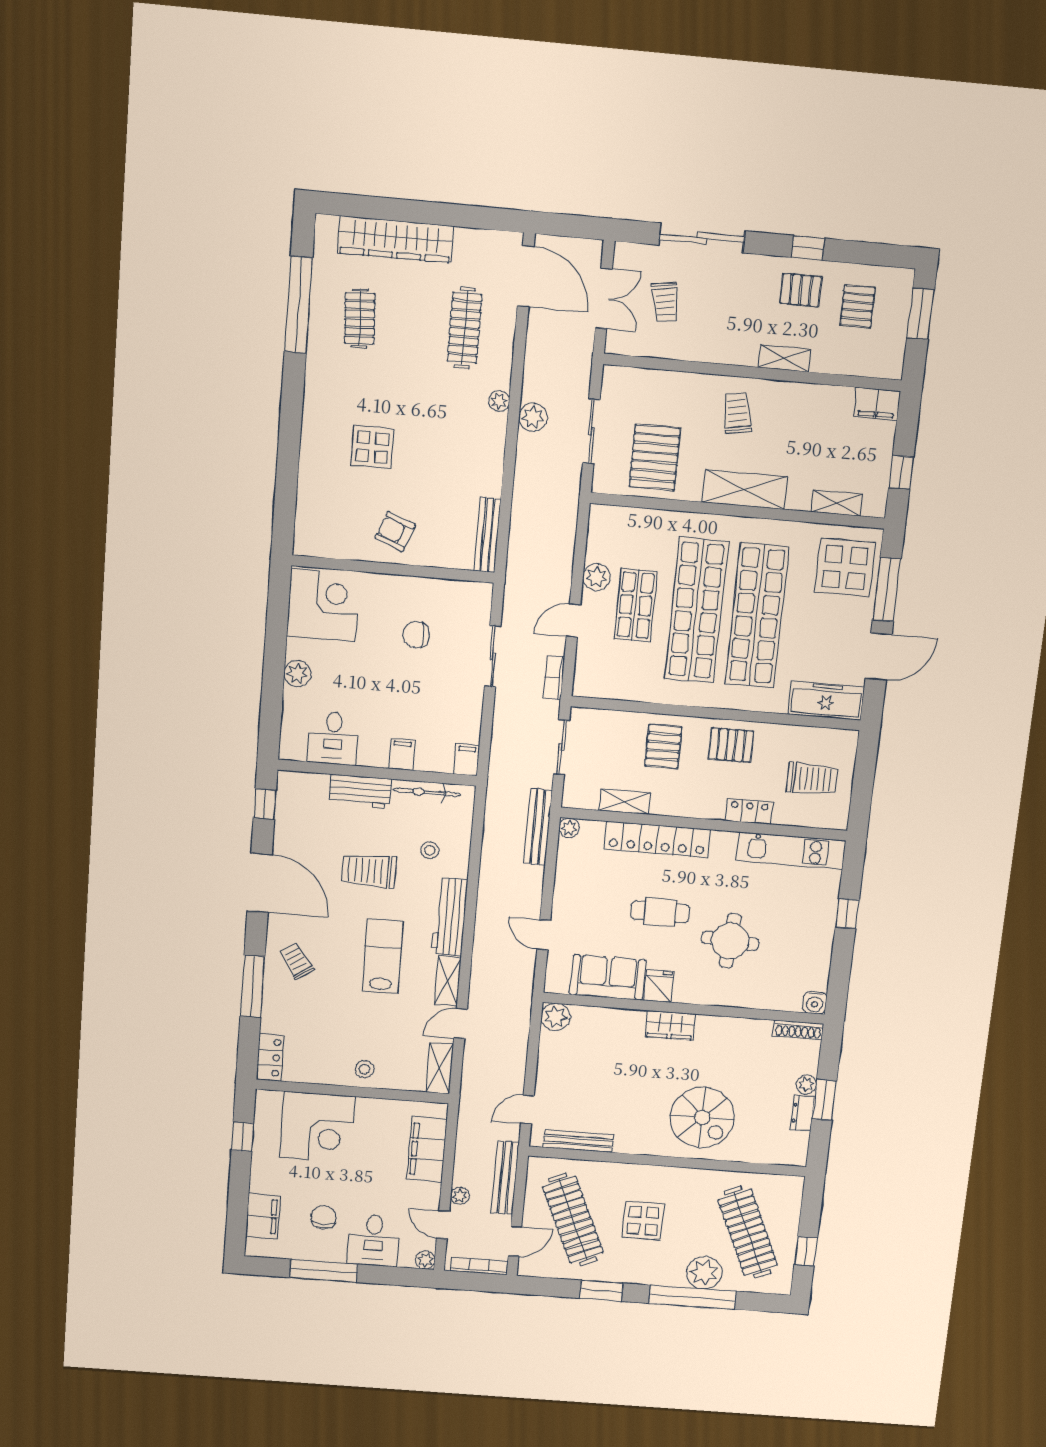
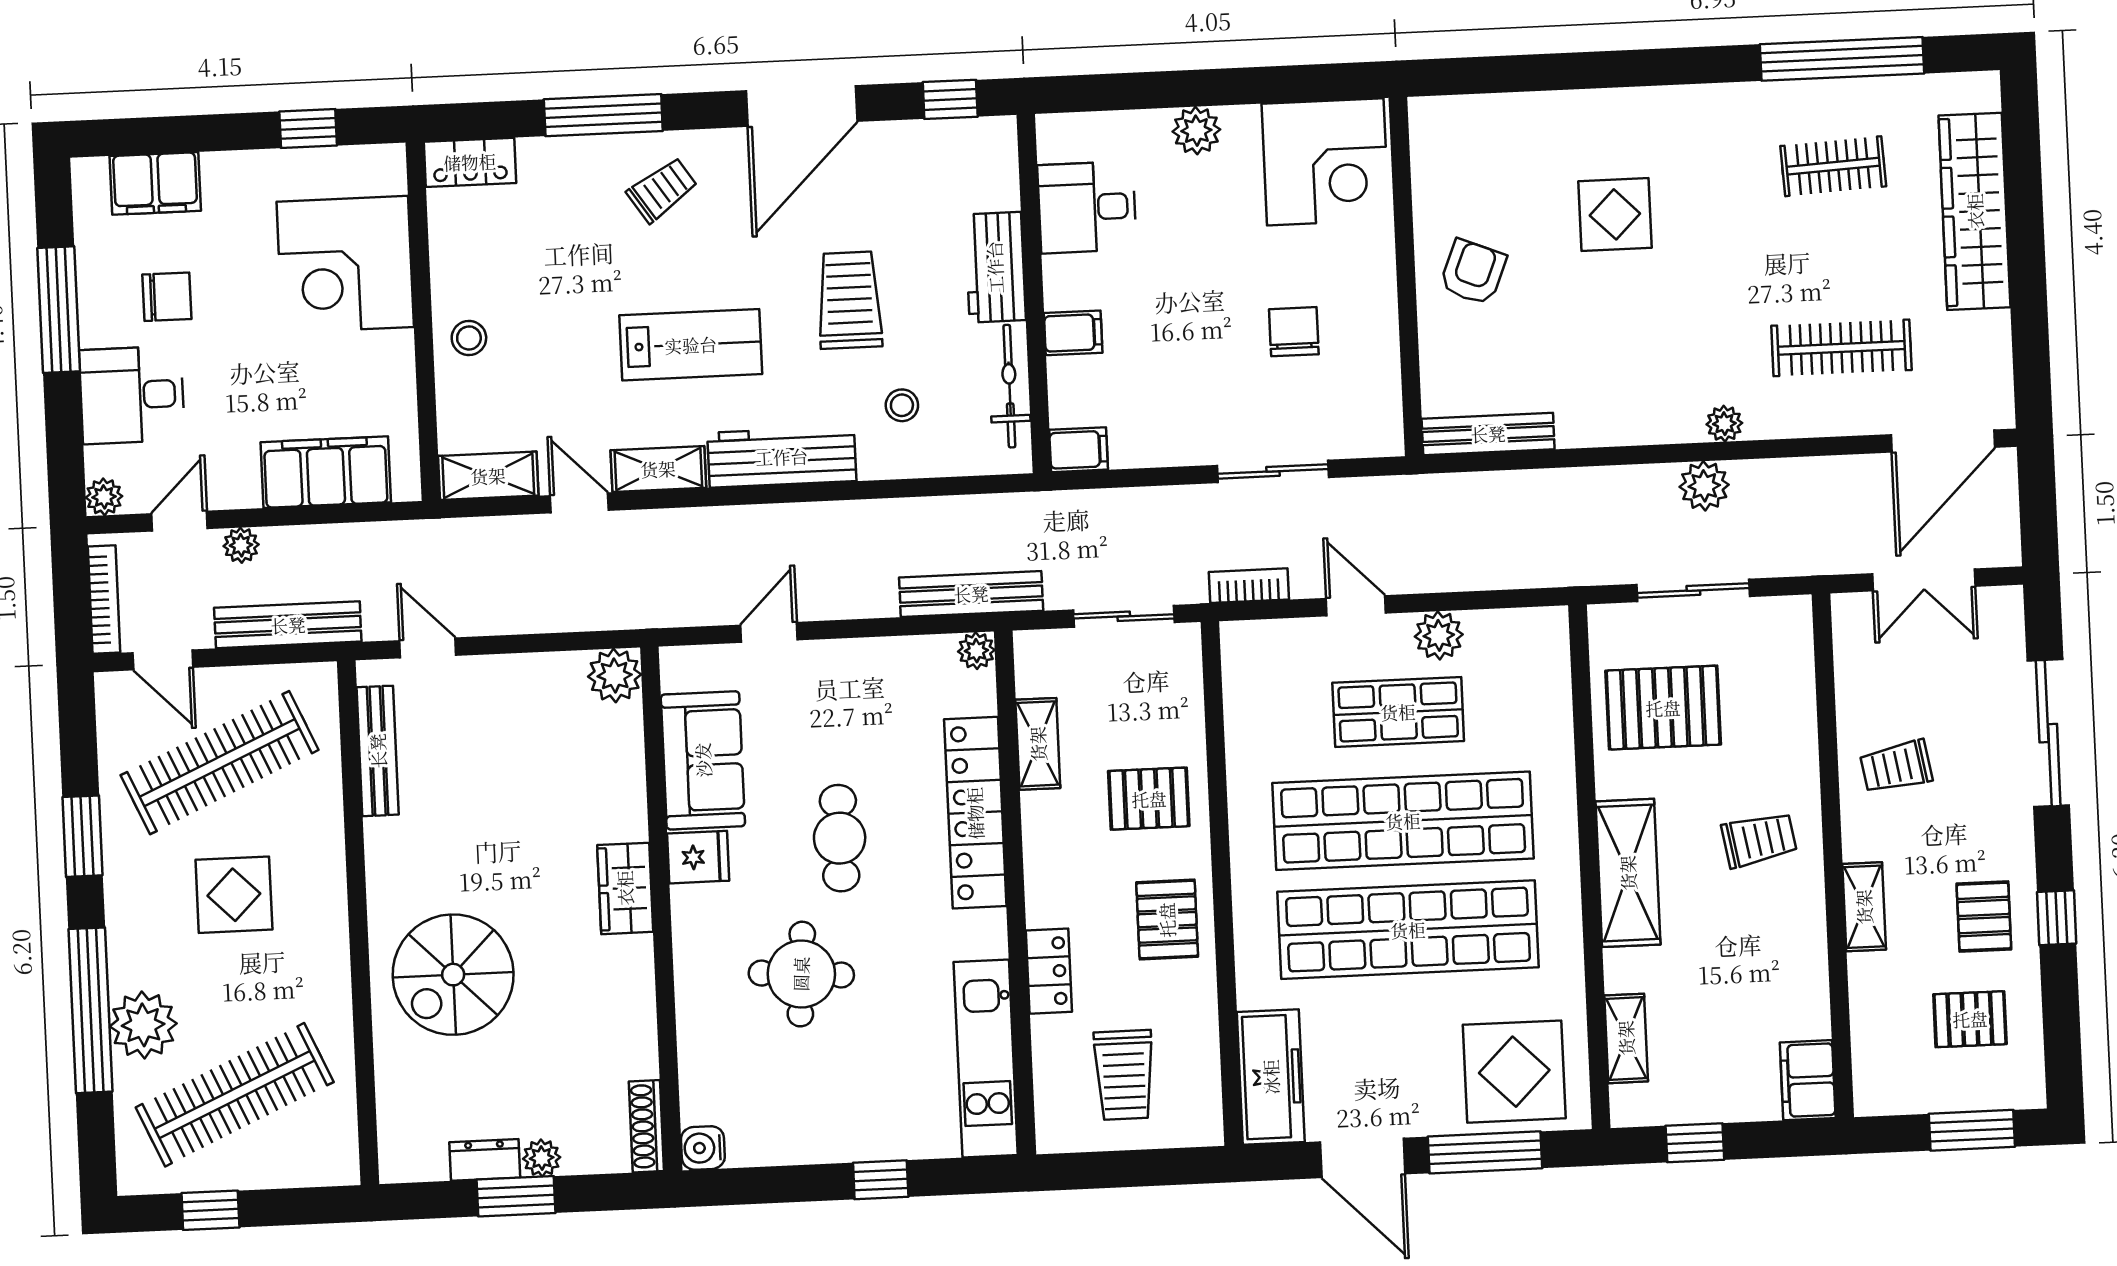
trolley: (665, 302) -> (1896, 767), moved

